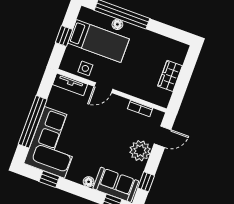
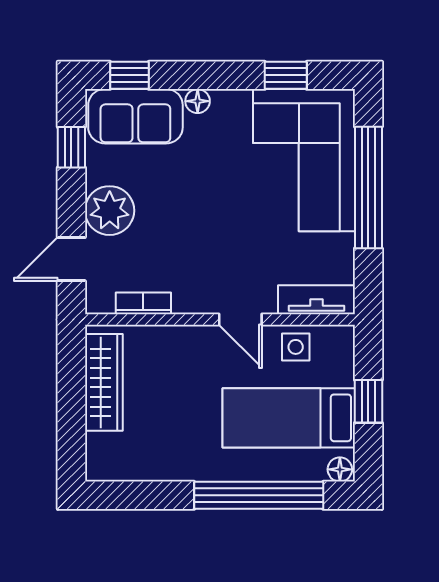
floor lamp: (117, 24) -> (340, 469), moved
wardrobe: (170, 76) -> (104, 382), width x1.50
door: (103, 88) -> (240, 319), swing flipped

